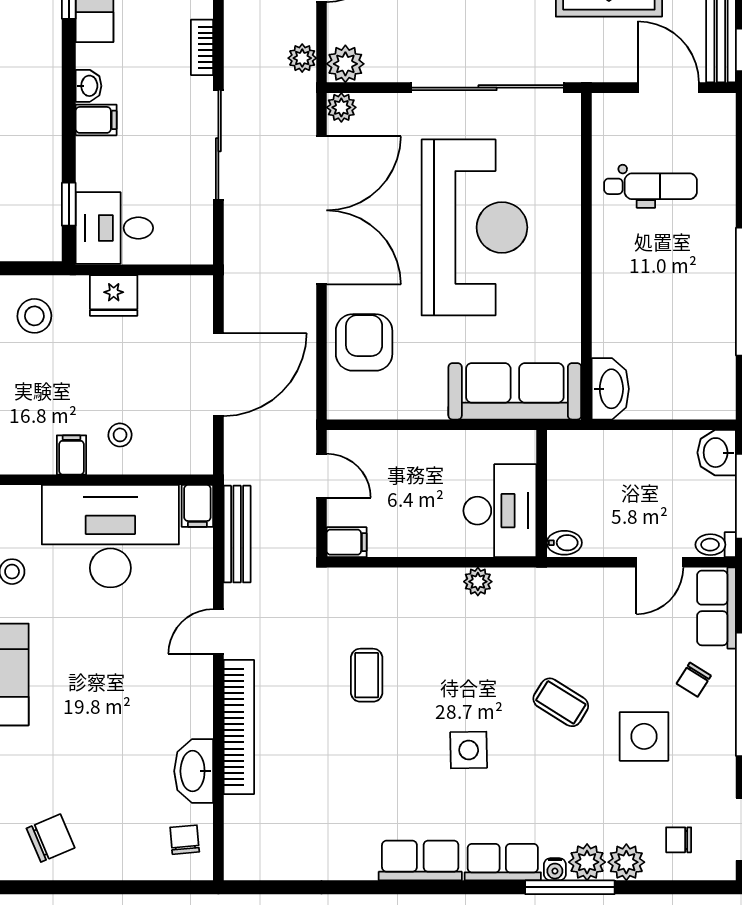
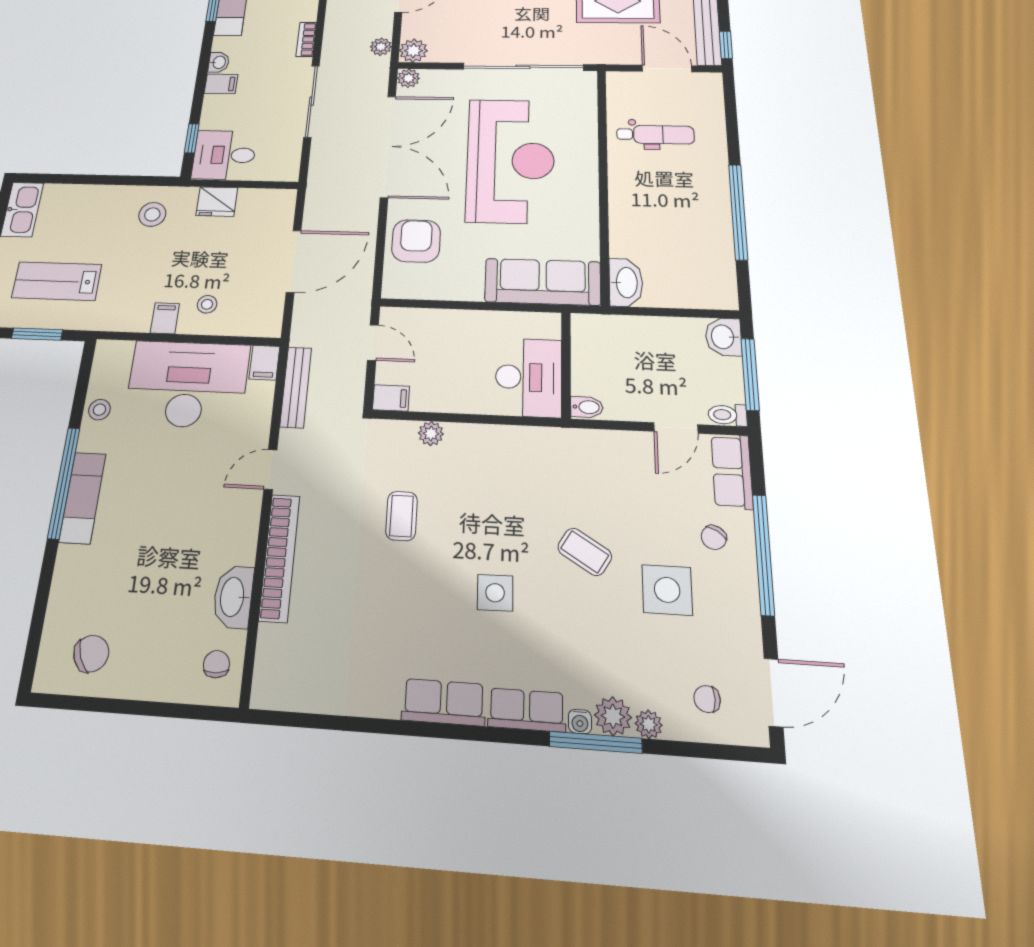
plant: (478, 582) -> (431, 434), moved
plant: (626, 862) -> (649, 724), width x0.73, depth x0.73

